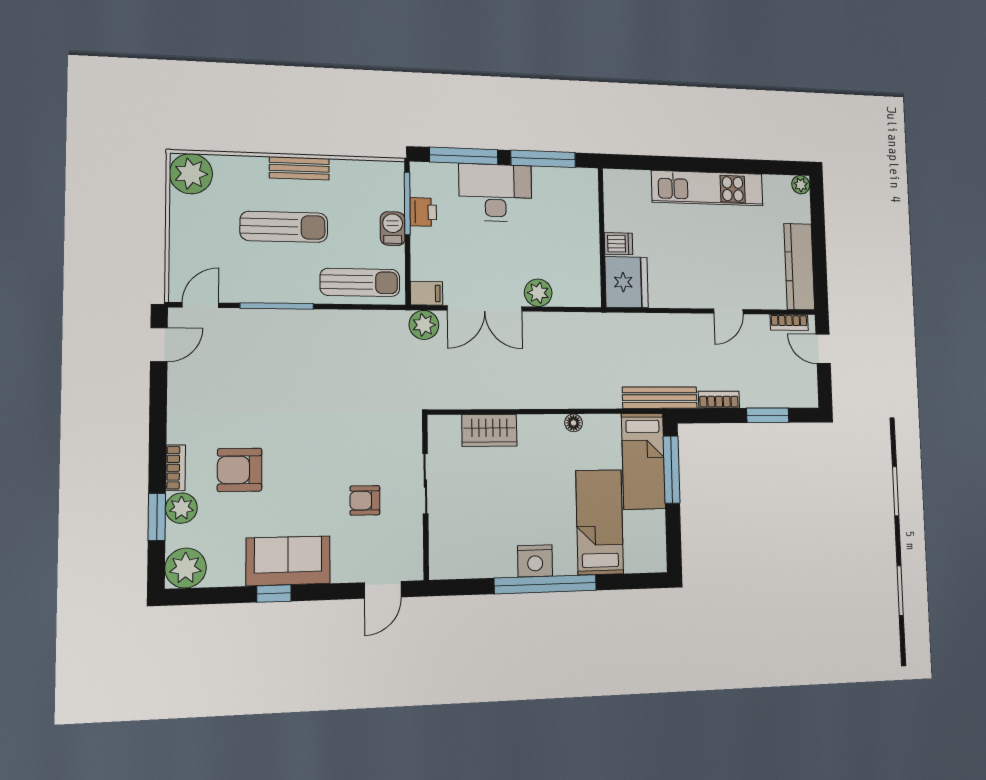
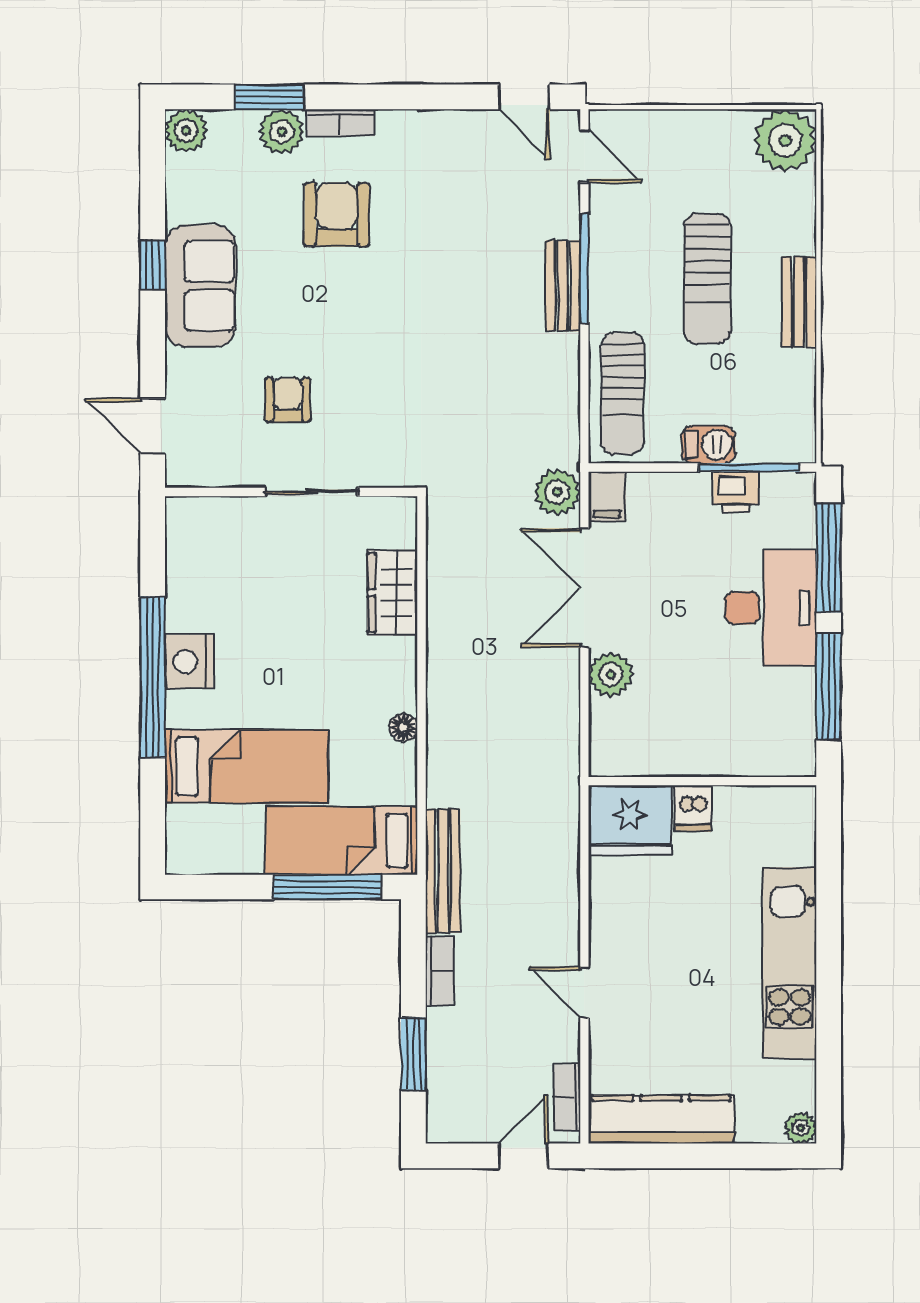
bench: (289, 320) -> (563, 286), added
plant: (186, 568) -> (186, 130), width x0.73, depth x0.73

